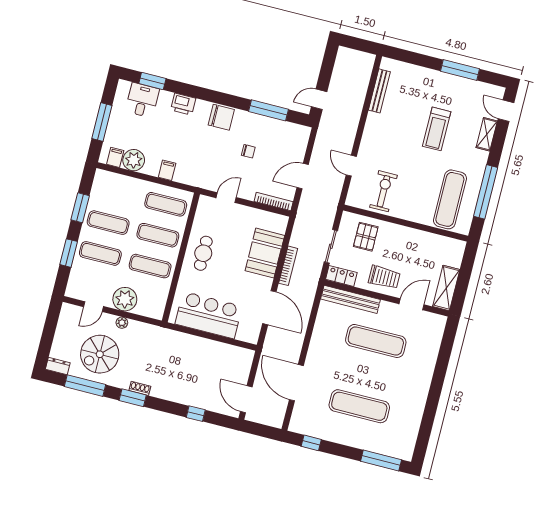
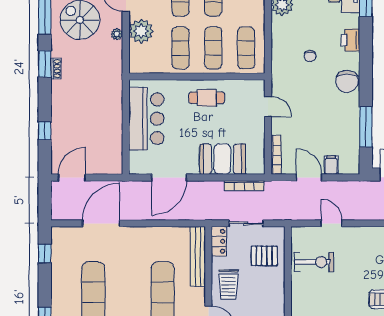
chair: (248, 151) -> (310, 56), moved
door: (351, 166) -> (331, 223), hinge flipped
filing cabinet: (167, 170) -> (331, 165), moved, turned -90
bookcase: (288, 266) -> (244, 186), moved

